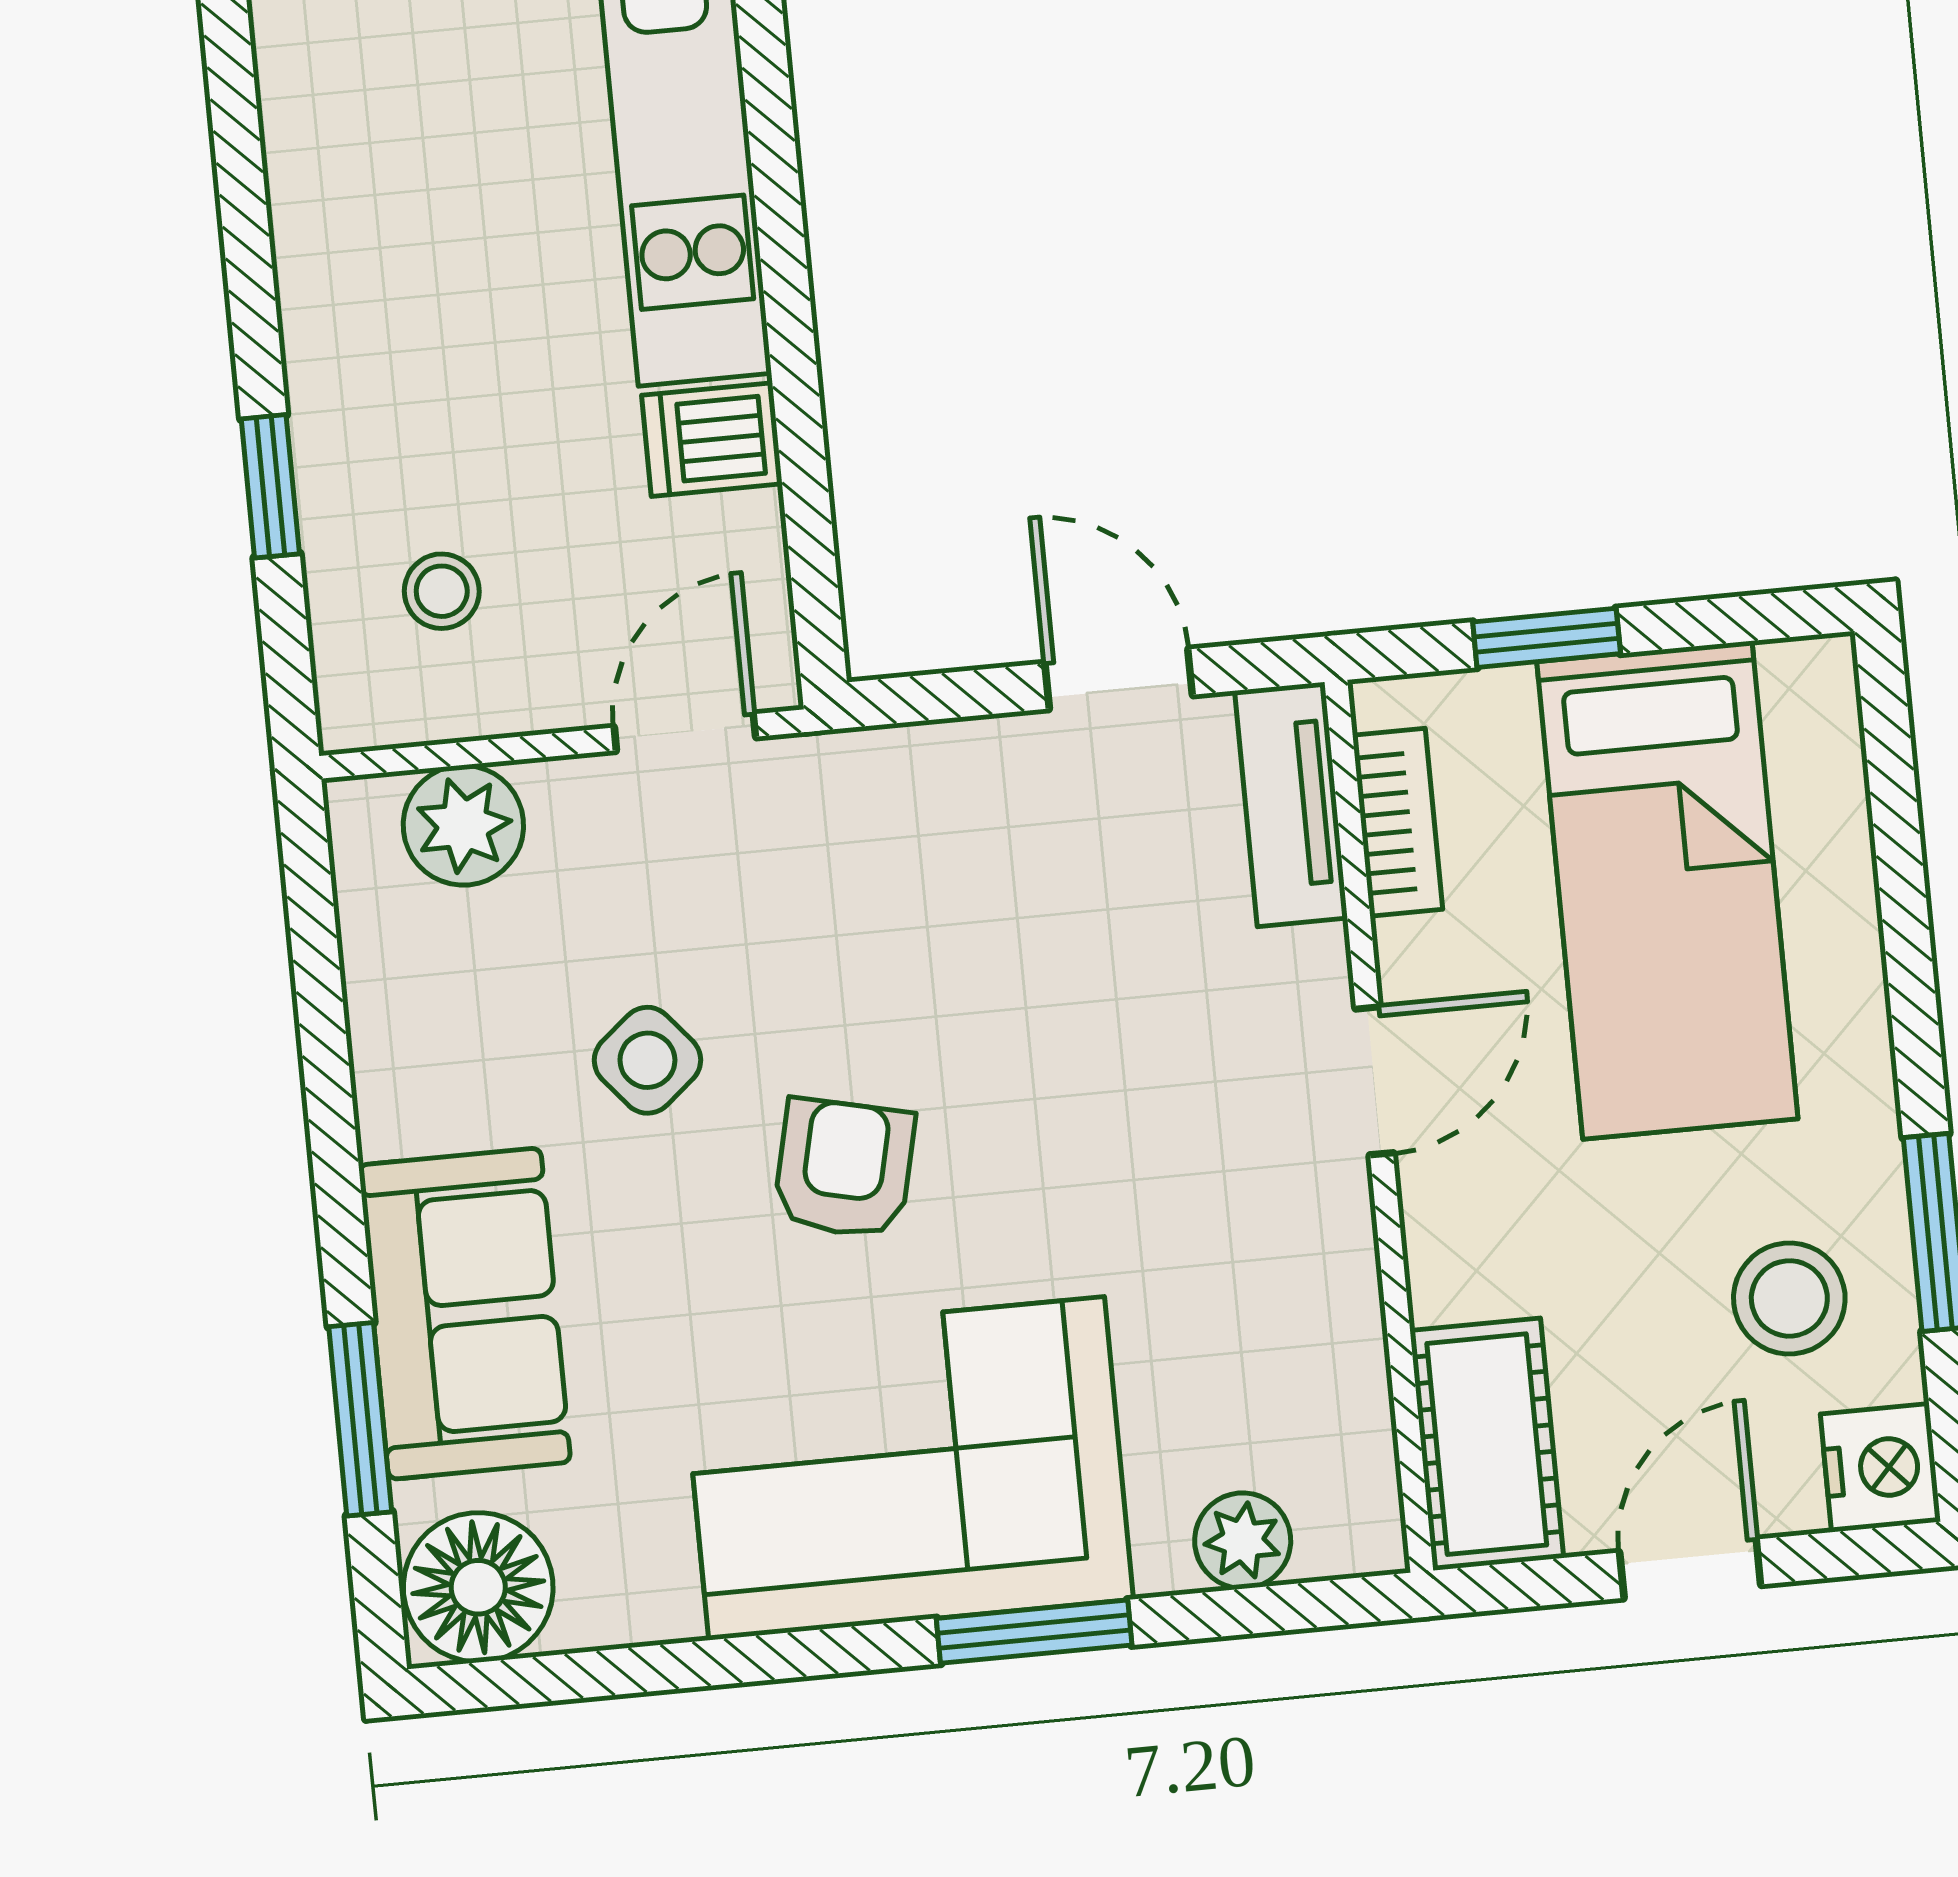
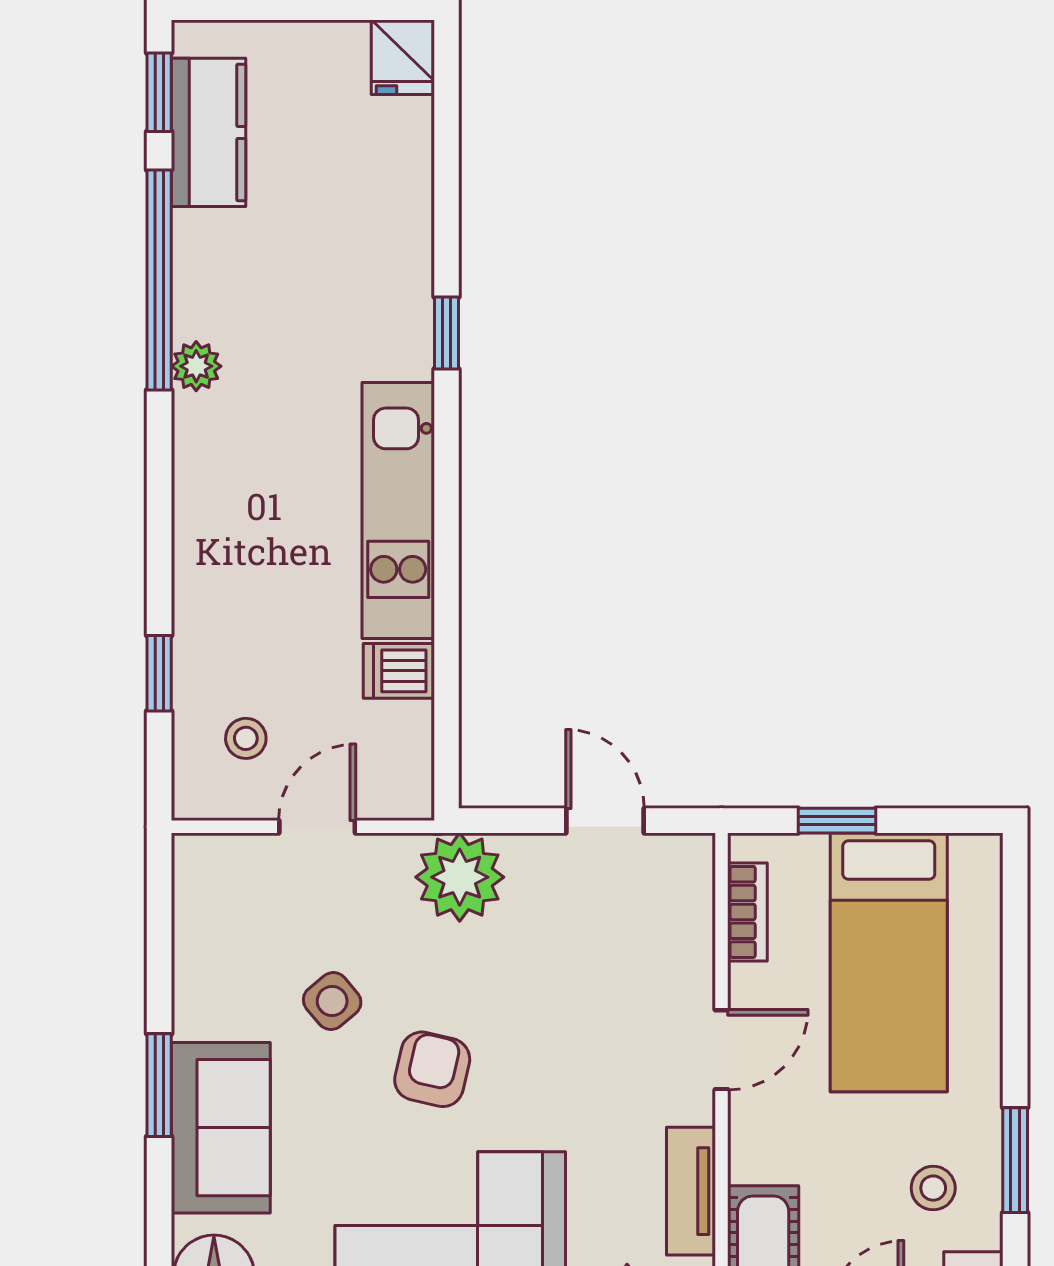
door: (685, 732) -> (317, 827), moved
tv unit: (1291, 804) -> (691, 1191), moved
plant: (463, 825) -> (460, 877), moved, width x1.36, depth x1.36
stool: (1789, 1298) -> (933, 1188), width x0.73, depth x0.73
window: (360, 1419) -> (159, 1085), moved

